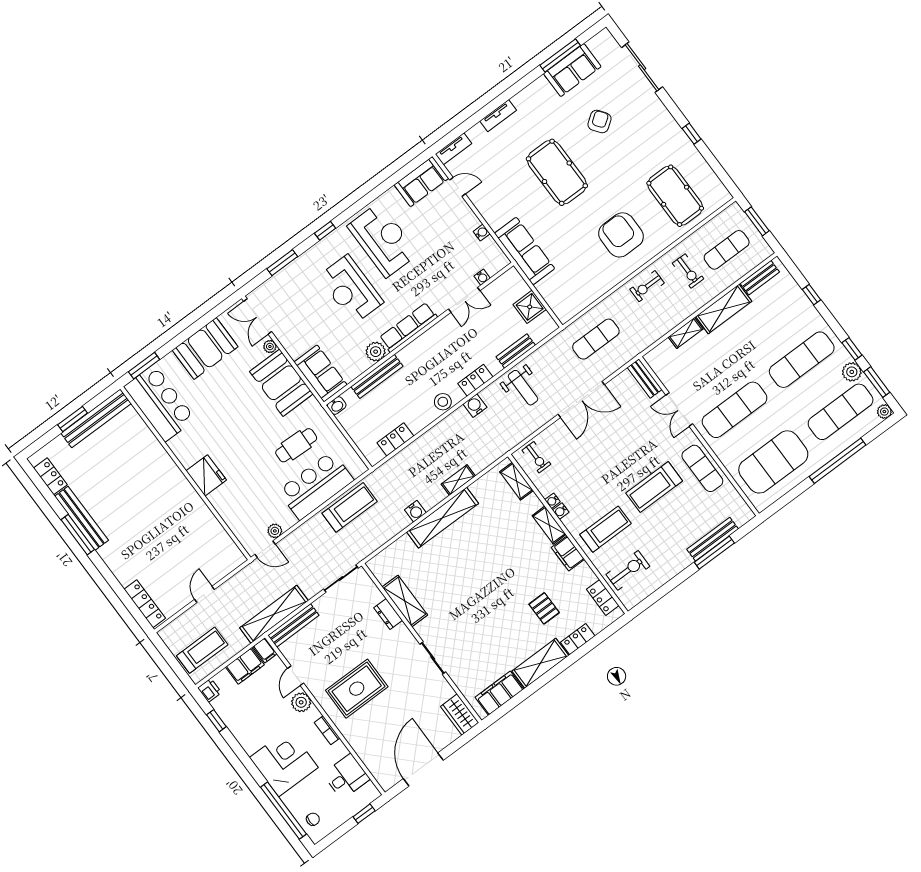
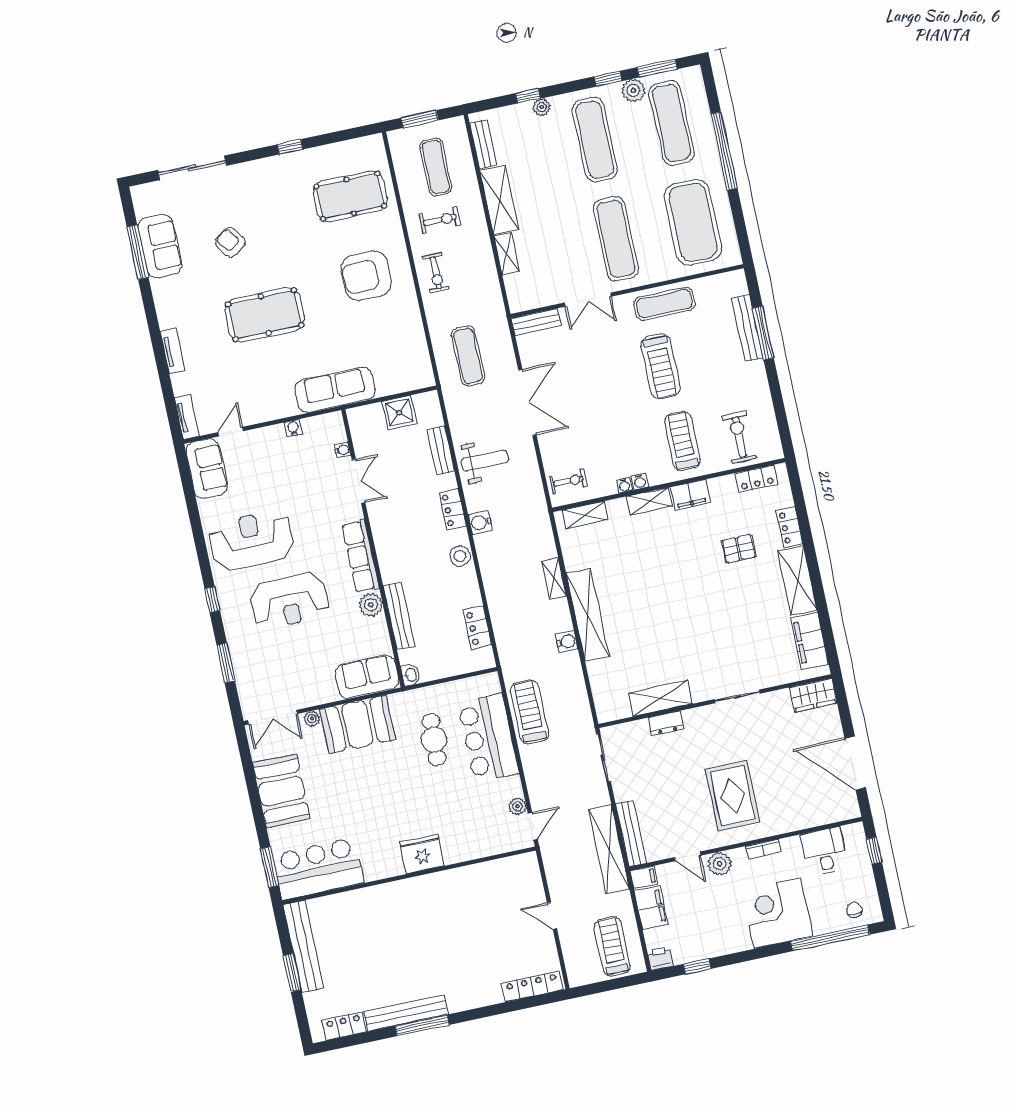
plant: (884, 412) -> (542, 107), moved

